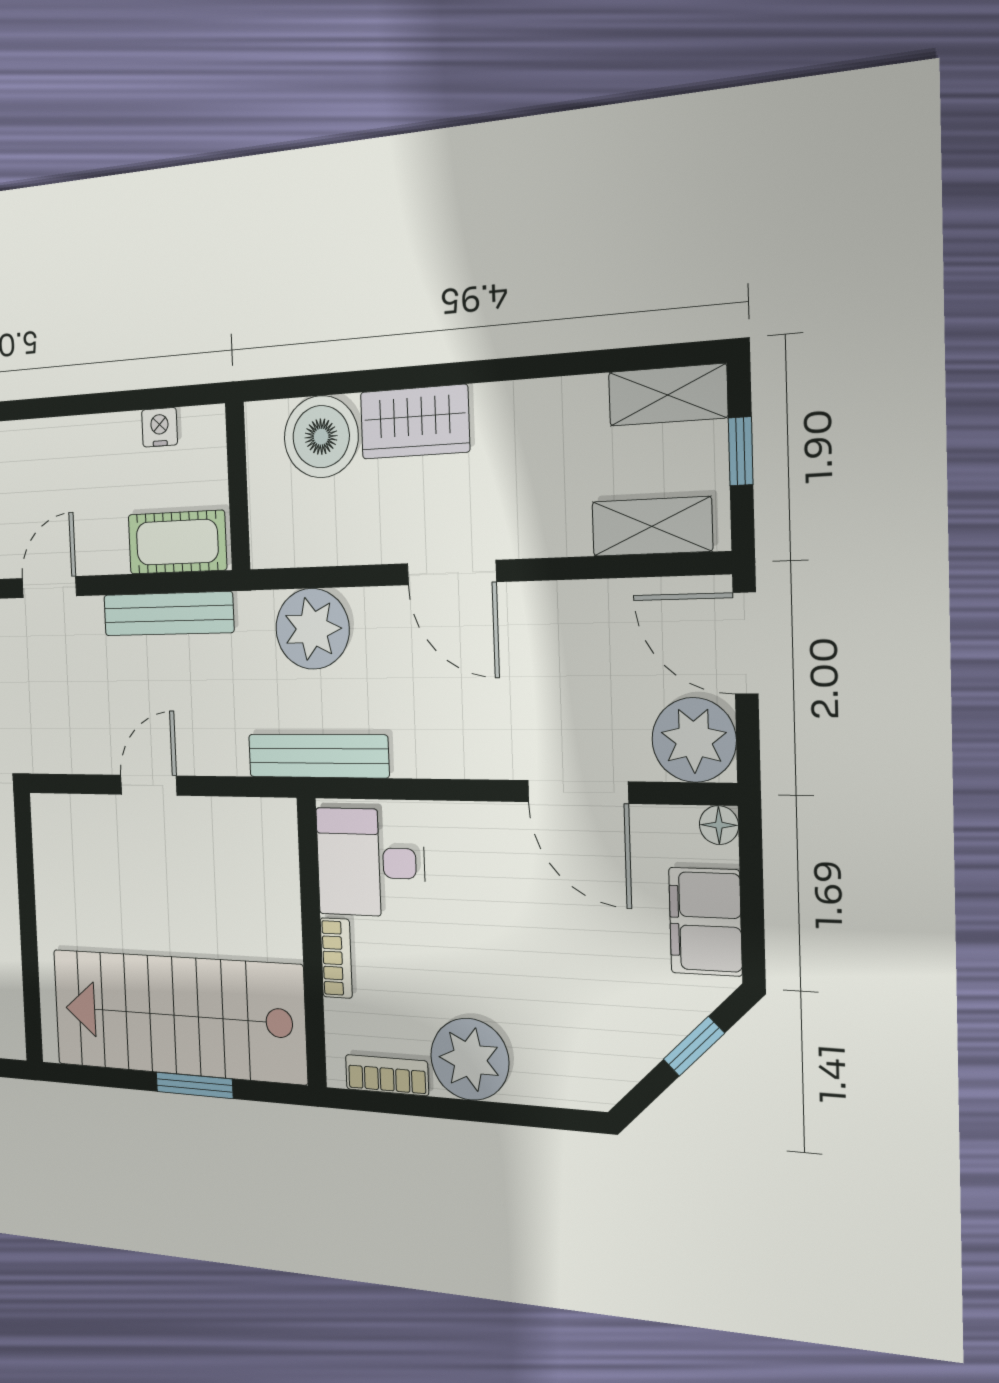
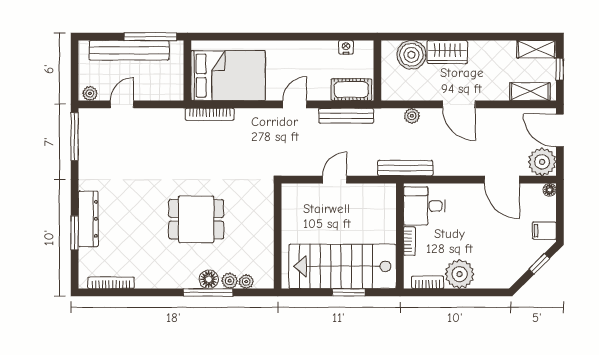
plant: (312, 629) -> (412, 116), width x0.53, depth x0.53
filing cabinet: (705, 922) -> (544, 231), width x0.50

